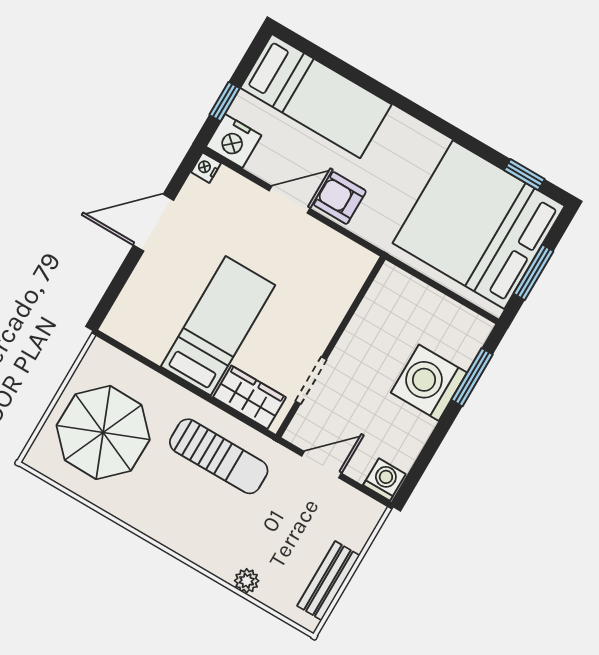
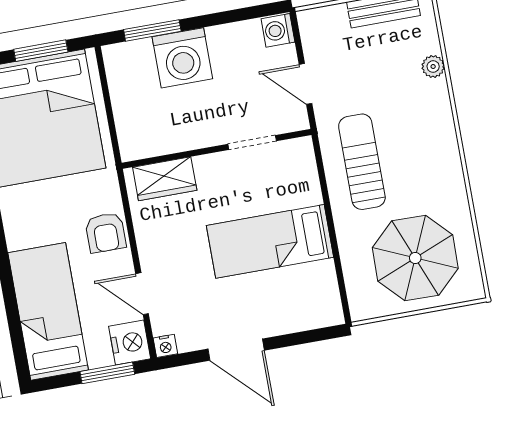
window: (225, 102) -> (107, 373), width x1.50
door: (290, 200) -> (142, 294), moved
wardrobe: (249, 397) -> (165, 179), moved, turned -90

